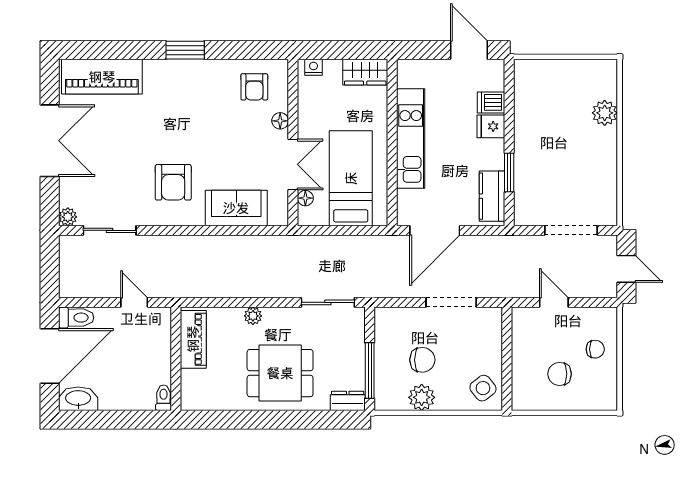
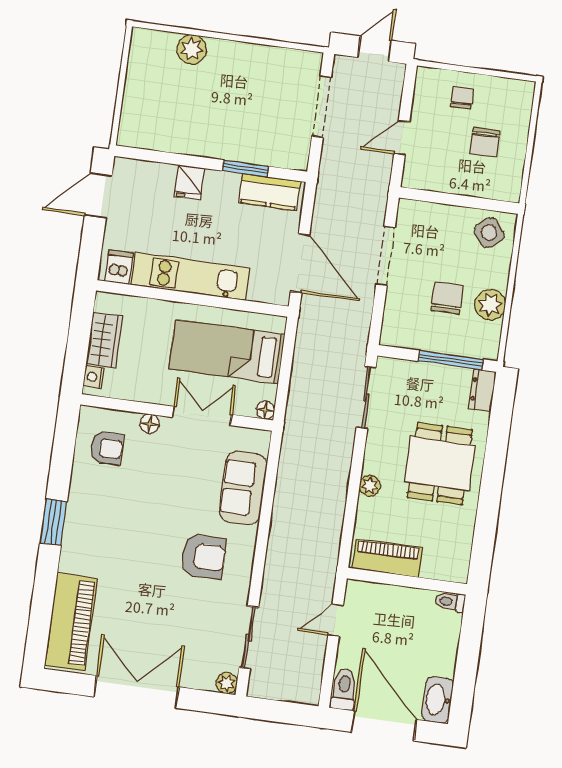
wardrobe: (365, 72) -> (104, 340), moved
dishwasher: (491, 102) -> (119, 267), moved, turned 180
floor lamp: (305, 198) -> (265, 410), moved

